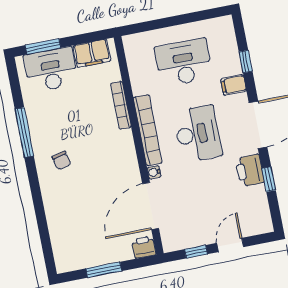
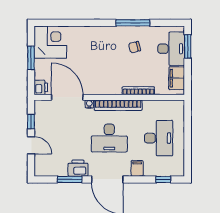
window: (246, 62) -> (163, 179), moved
chair: (61, 161) -> (134, 47), moved
window: (269, 179) -> (70, 179), width x1.50
corner desk: (76, 246) -> (50, 42), added

